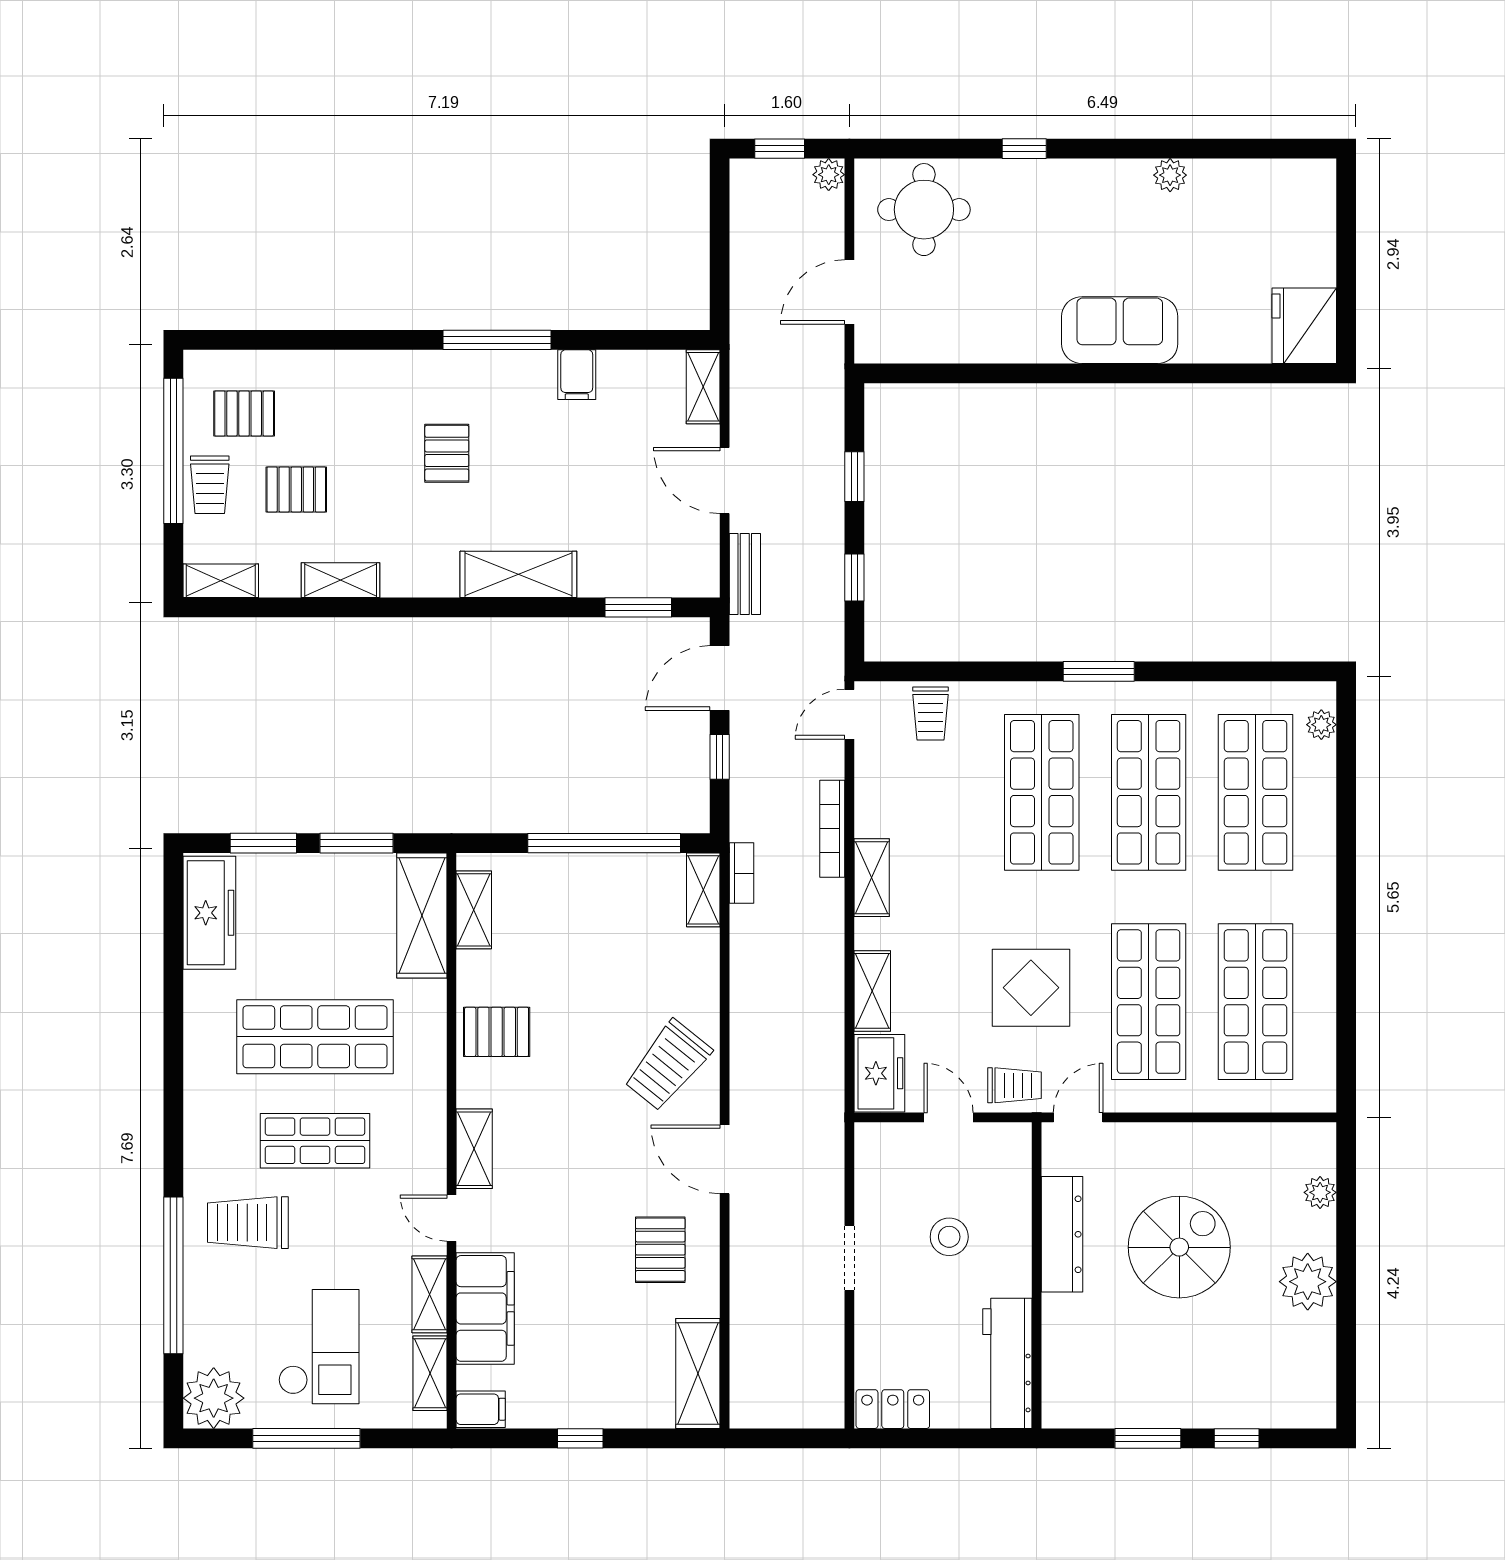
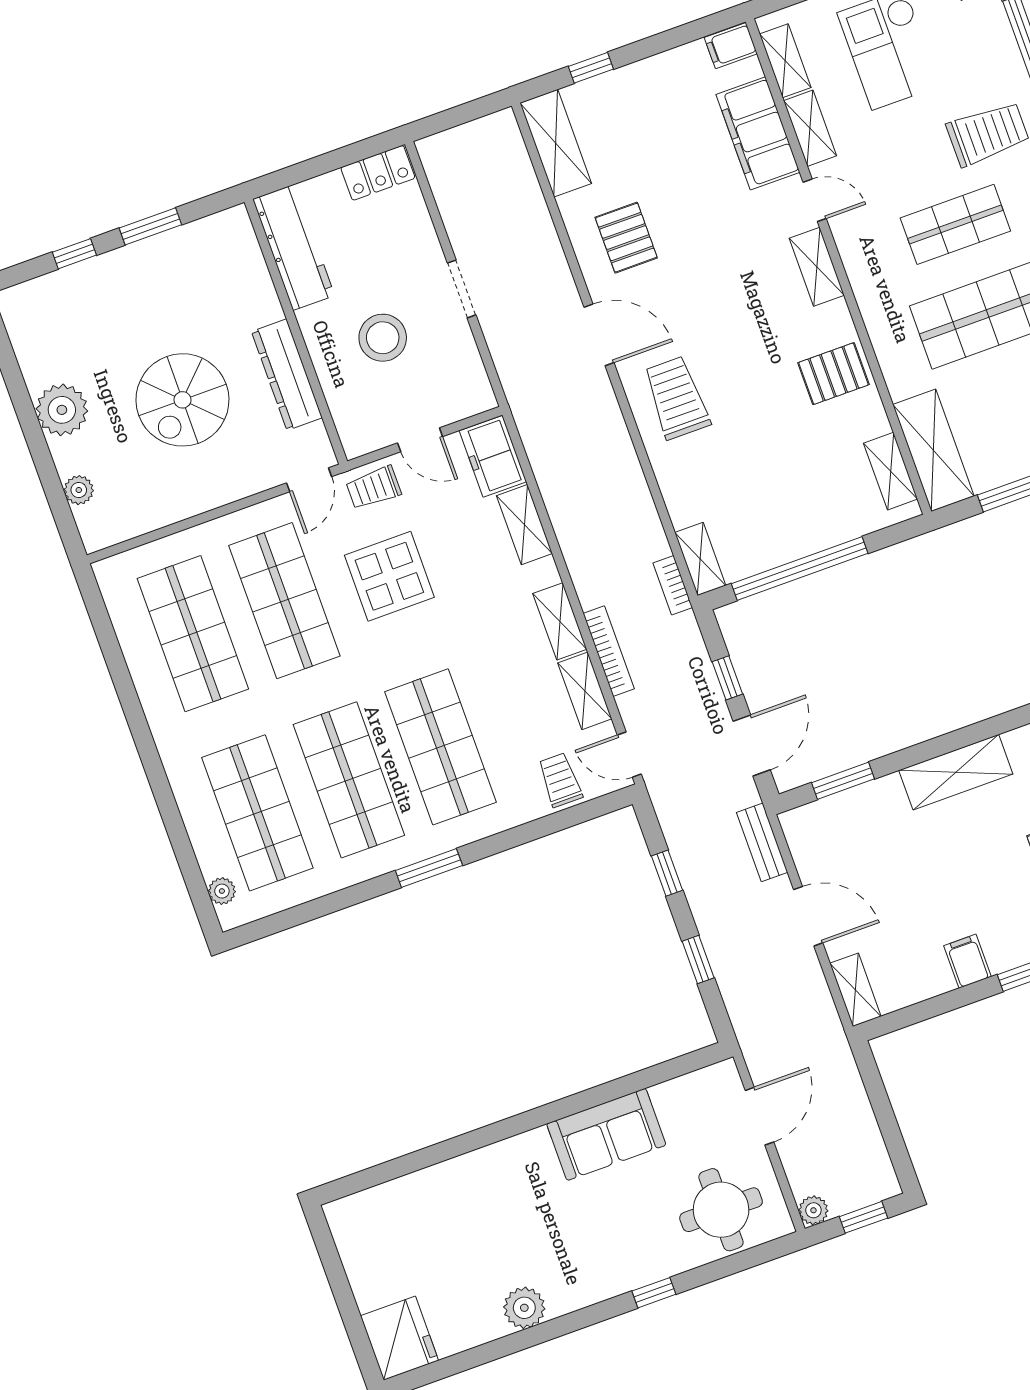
plant: (1170, 175) -> (524, 1308), width x1.38, depth x1.38
fridge: (1304, 326) -> (399, 1338), moved
sofa: (1120, 330) -> (606, 1134), moved
door: (849, 714) -> (629, 755), swing flipped
shelving: (872, 797) -> (585, 691), added
trolley: (668, 1065) -> (677, 398), turned -39
stool: (949, 1237) -> (383, 338), width x1.38, depth x1.38
window: (580, 1438) -> (591, 68), moved

